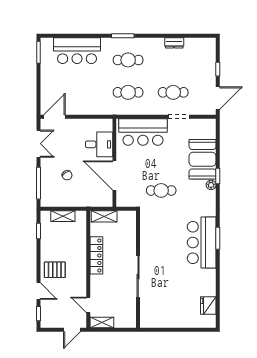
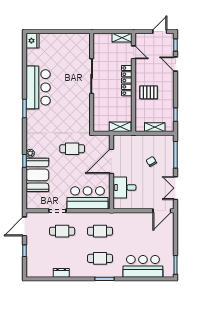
door: (114, 175) -> (112, 161), swing flipped
bar counter: (202, 242) -> (38, 87), moved
locker: (96, 255) -> (127, 81), moved
pallet: (55, 270) -> (149, 92), moved
fridge: (208, 305) -> (33, 41), moved
door: (72, 330) -> (160, 32), moved

